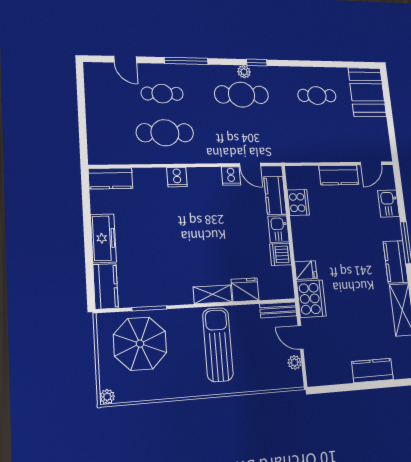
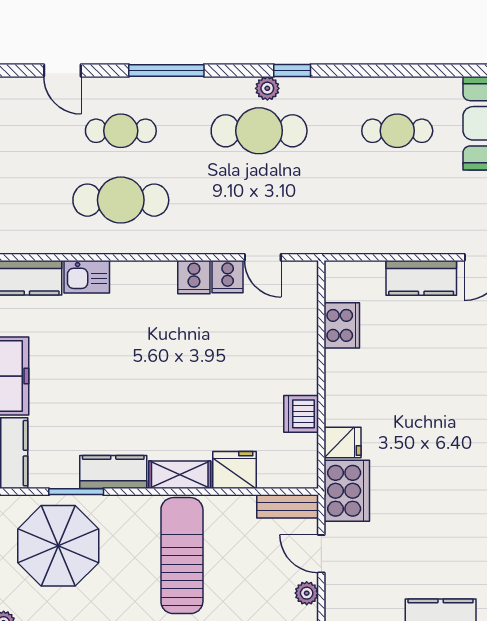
cooker: (177, 177) -> (194, 277), moved
kitchen counter: (275, 195) -> (113, 472), moved, turned 90
kitchen sink: (279, 229) -> (87, 277), moved, turned -90

